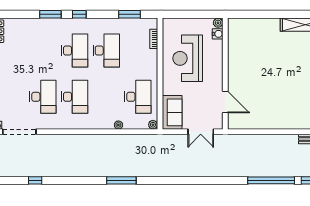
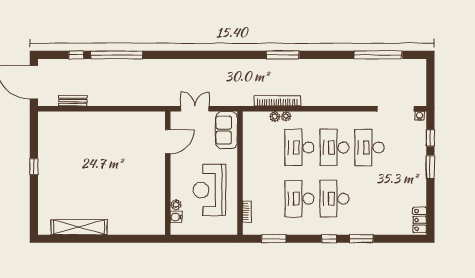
plant: (218, 23) -> (176, 205), moved
reception desk: (188, 58) -> (209, 190), turned 180
desk: (138, 97) -> (299, 147), moved
door: (225, 102) -> (168, 142), swing flipped
plant: (153, 125) -> (275, 117), moved
bookcase: (126, 139) -> (277, 101), added
window: (35, 180) -> (378, 55), width x3.17

